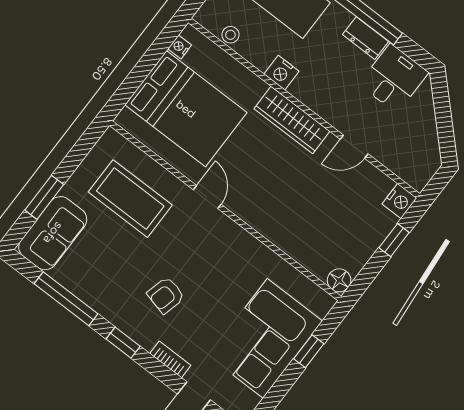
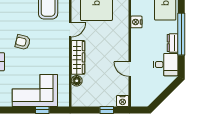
wardrobe: (292, 120) -> (78, 57), moved, turned 180
floor lamp: (339, 280) -> (77, 81), moved

